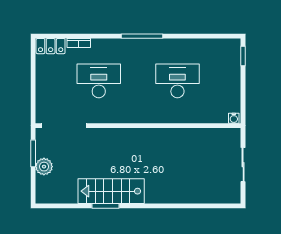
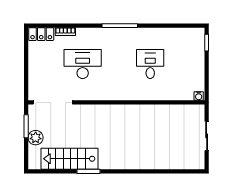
desk: (177, 81) -> (150, 64), width x0.73
stairs: (111, 191) -> (69, 159), moved

